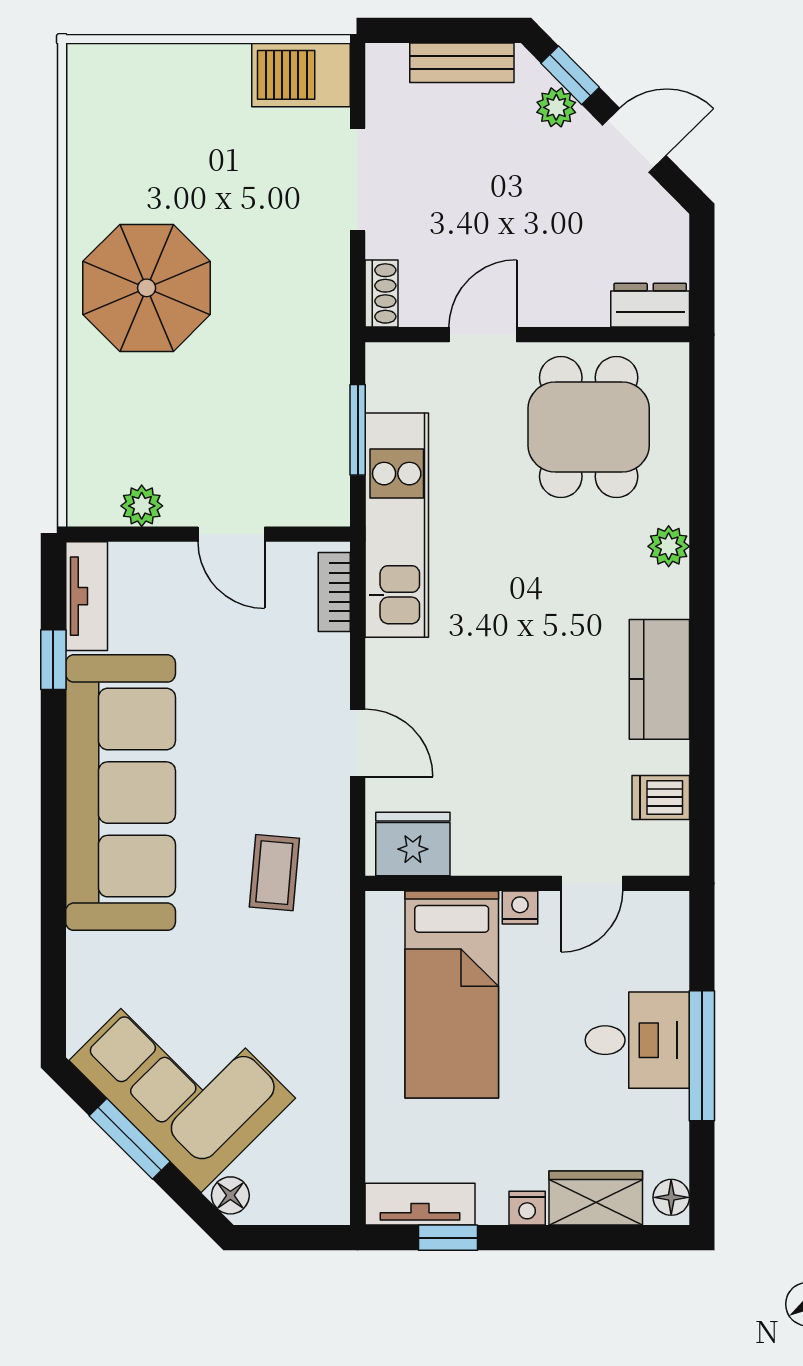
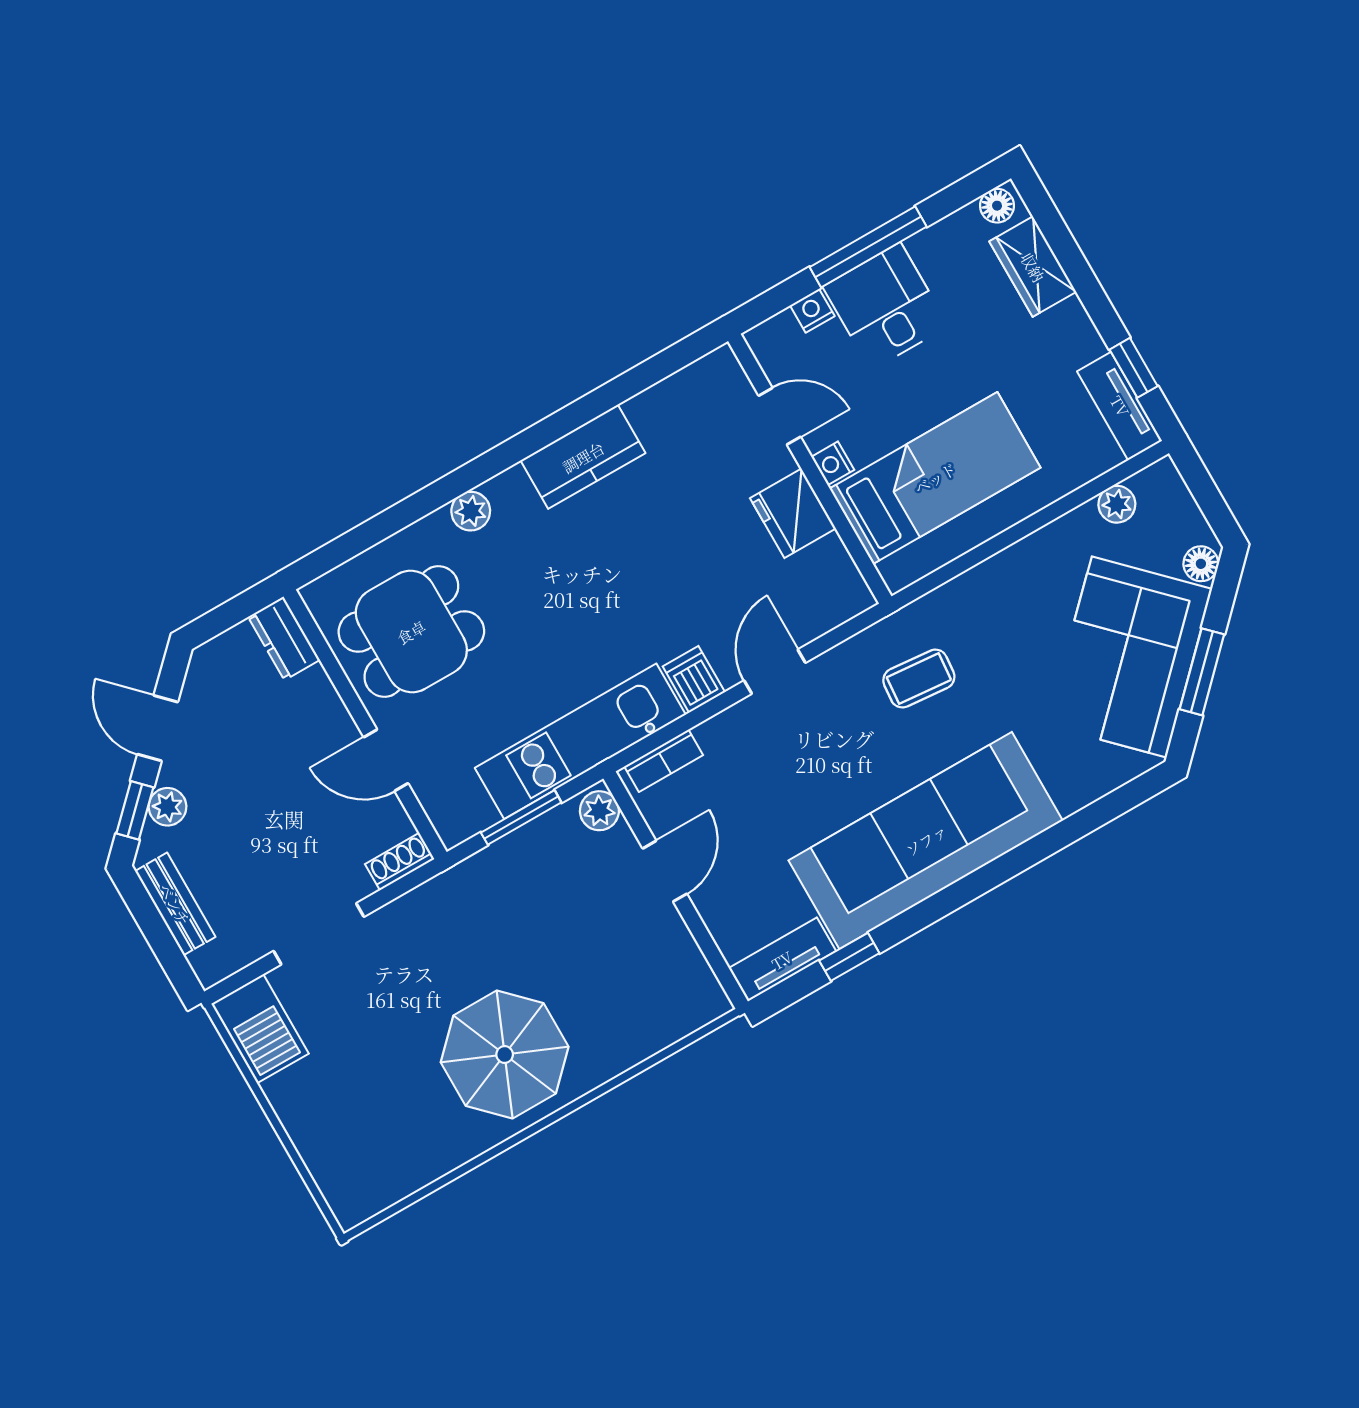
plant: (142, 506) -> (599, 811), moved
dishwasher: (661, 797) -> (694, 679), moved, turned 180
fridge: (413, 844) -> (793, 513), moved
plant: (330, 1149) -> (1117, 504), added
nightstand: (527, 1208) -> (812, 311), moved, turned -90

